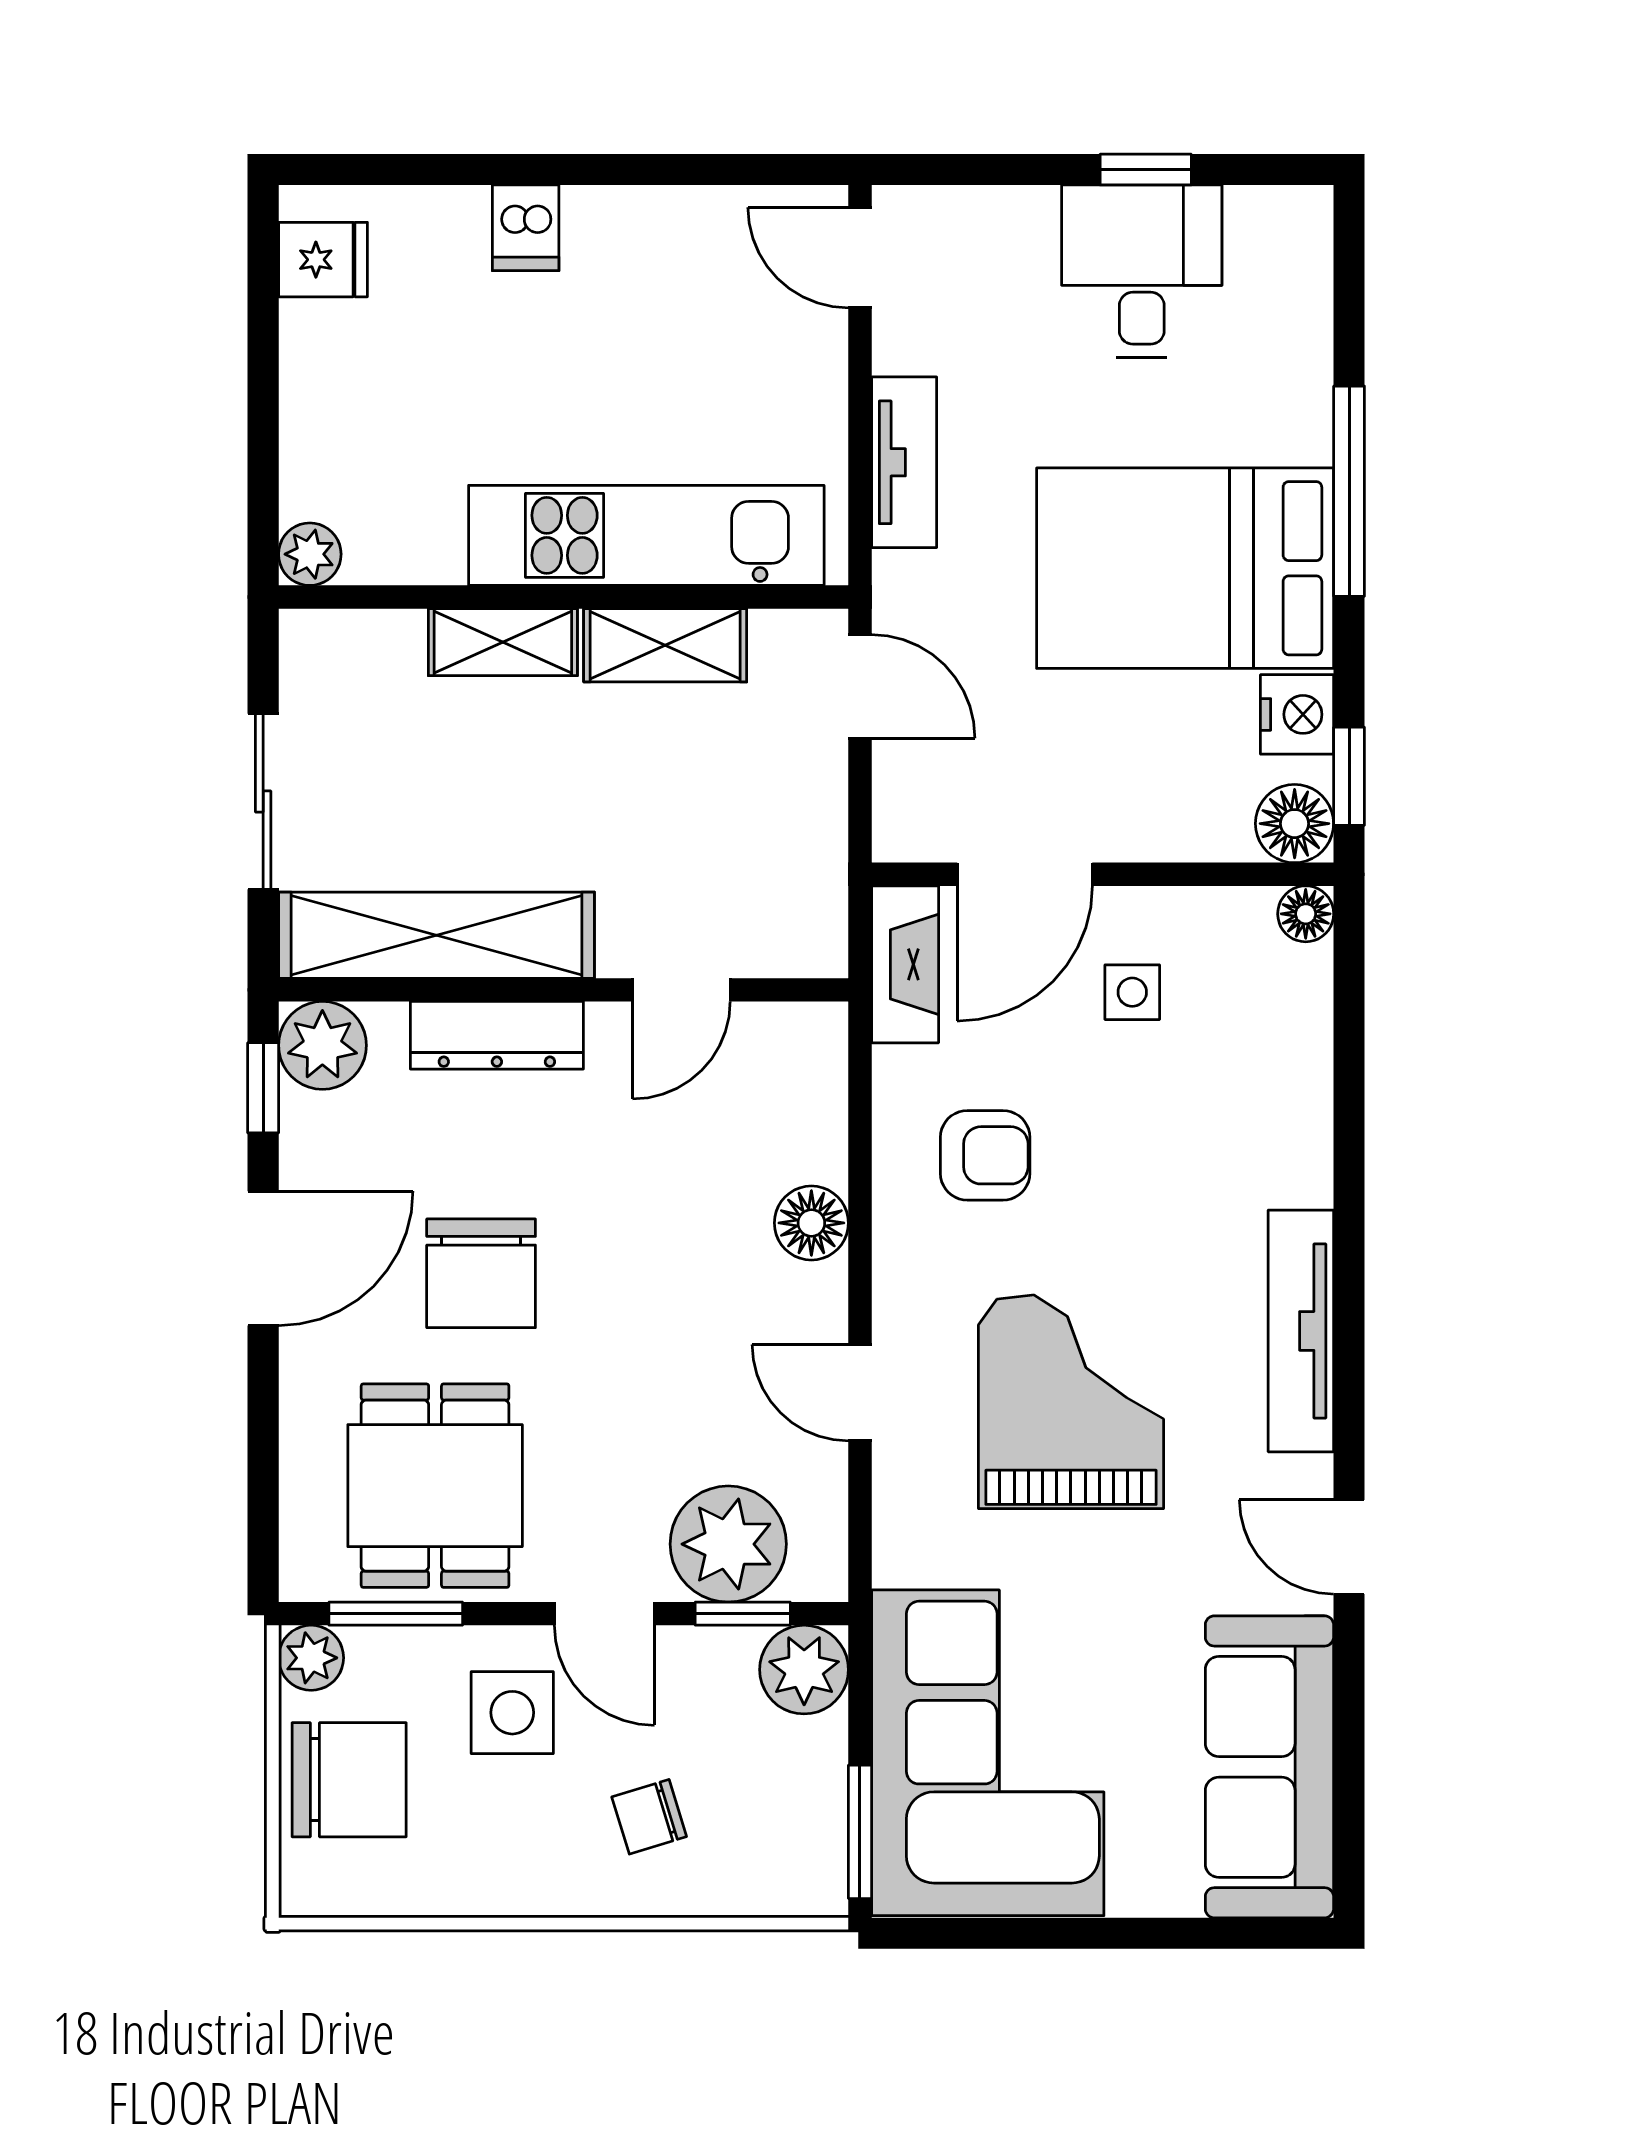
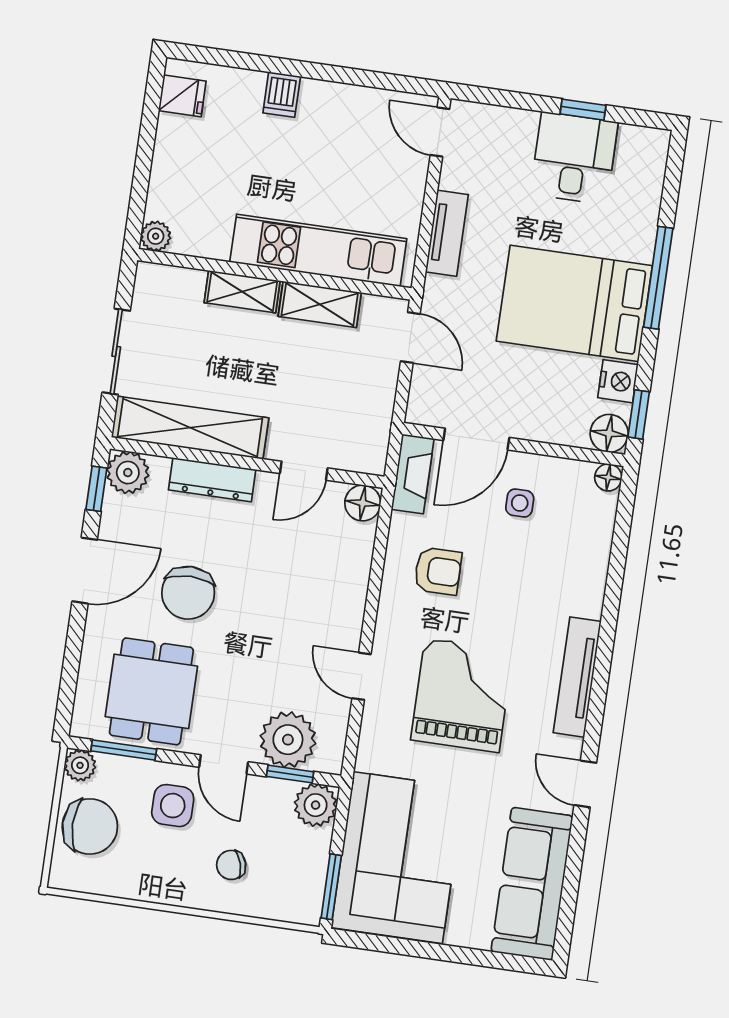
floor lamp: (811, 1223) -> (363, 503), moved

